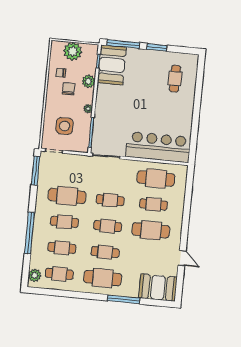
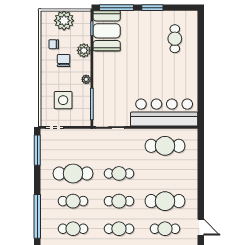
cafe table: (153, 204) -> (165, 229), moved

